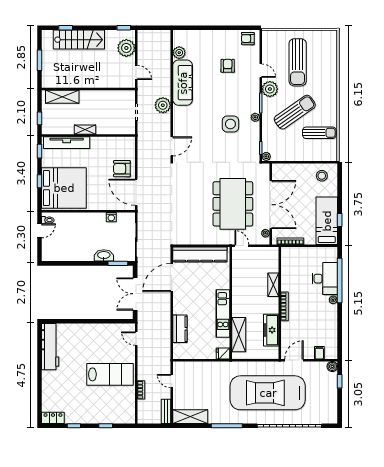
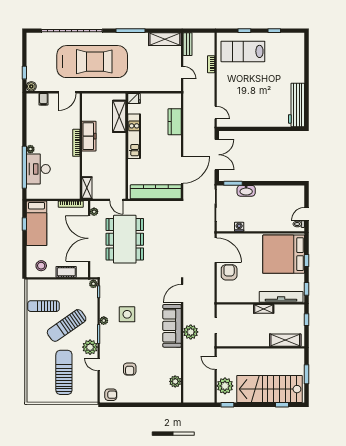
stairs: (79, 40) -> (269, 389), width x1.36, depth x1.51
sofa: (183, 83) -> (172, 326), moved
armchair: (122, 169) -> (229, 272), turned -90
cot: (295, 169) -> (66, 272), added
shelving: (273, 285) -> (87, 188), moved
freezer: (271, 330) -> (89, 136), moved
lab bench: (110, 374) -> (243, 51), moved
locker: (53, 418) -> (294, 38), removed

